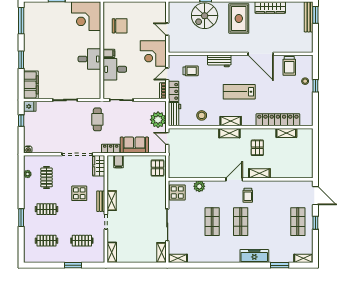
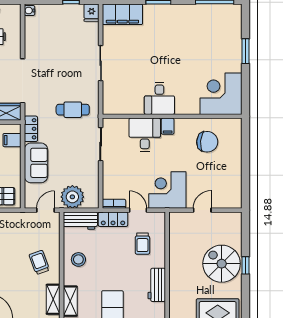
chair: (120, 26) -> (207, 142), turned -85
trolley: (204, 143) -> (39, 262), added

